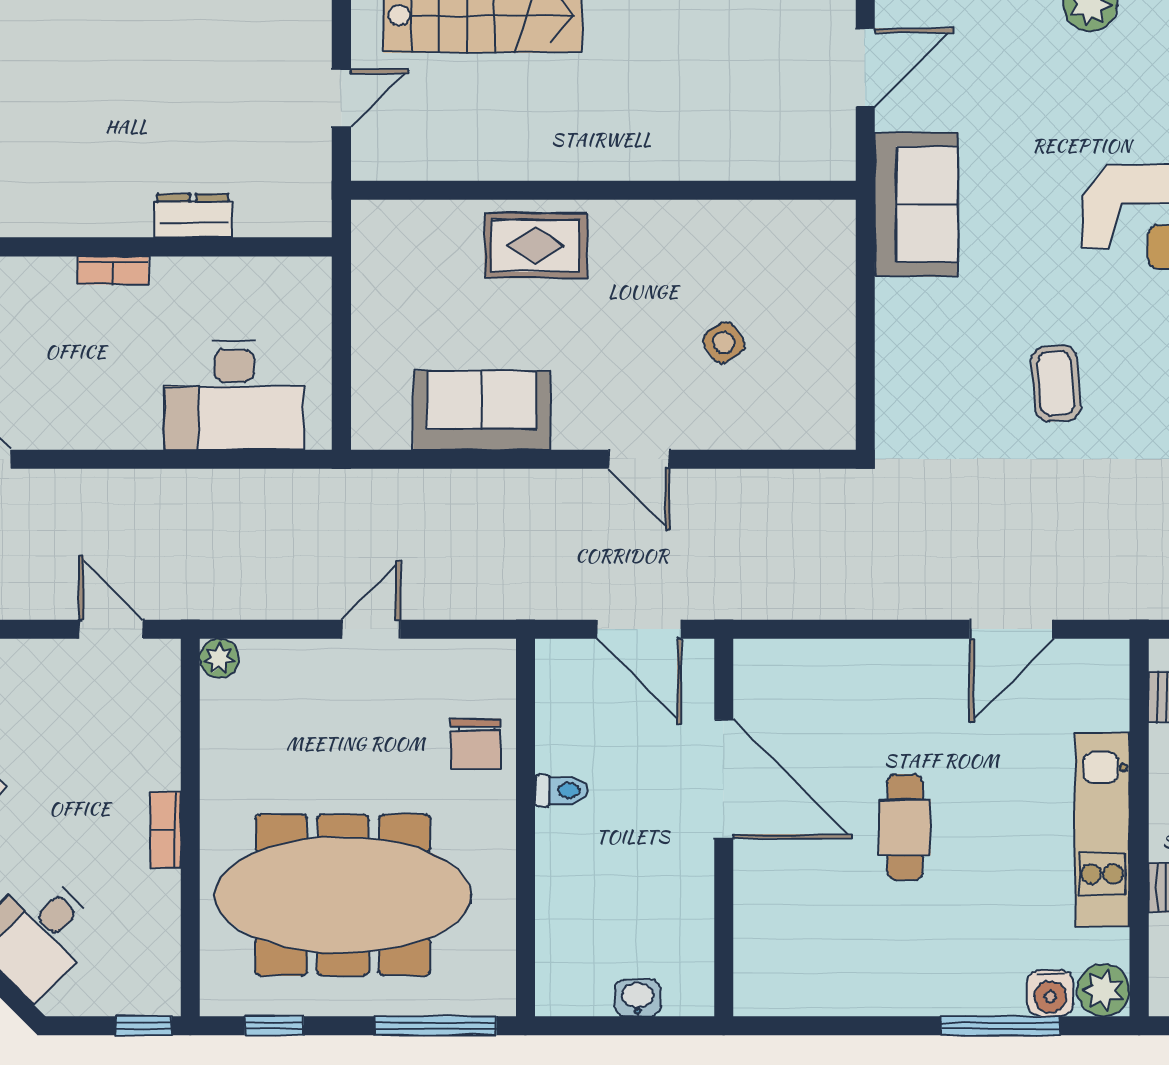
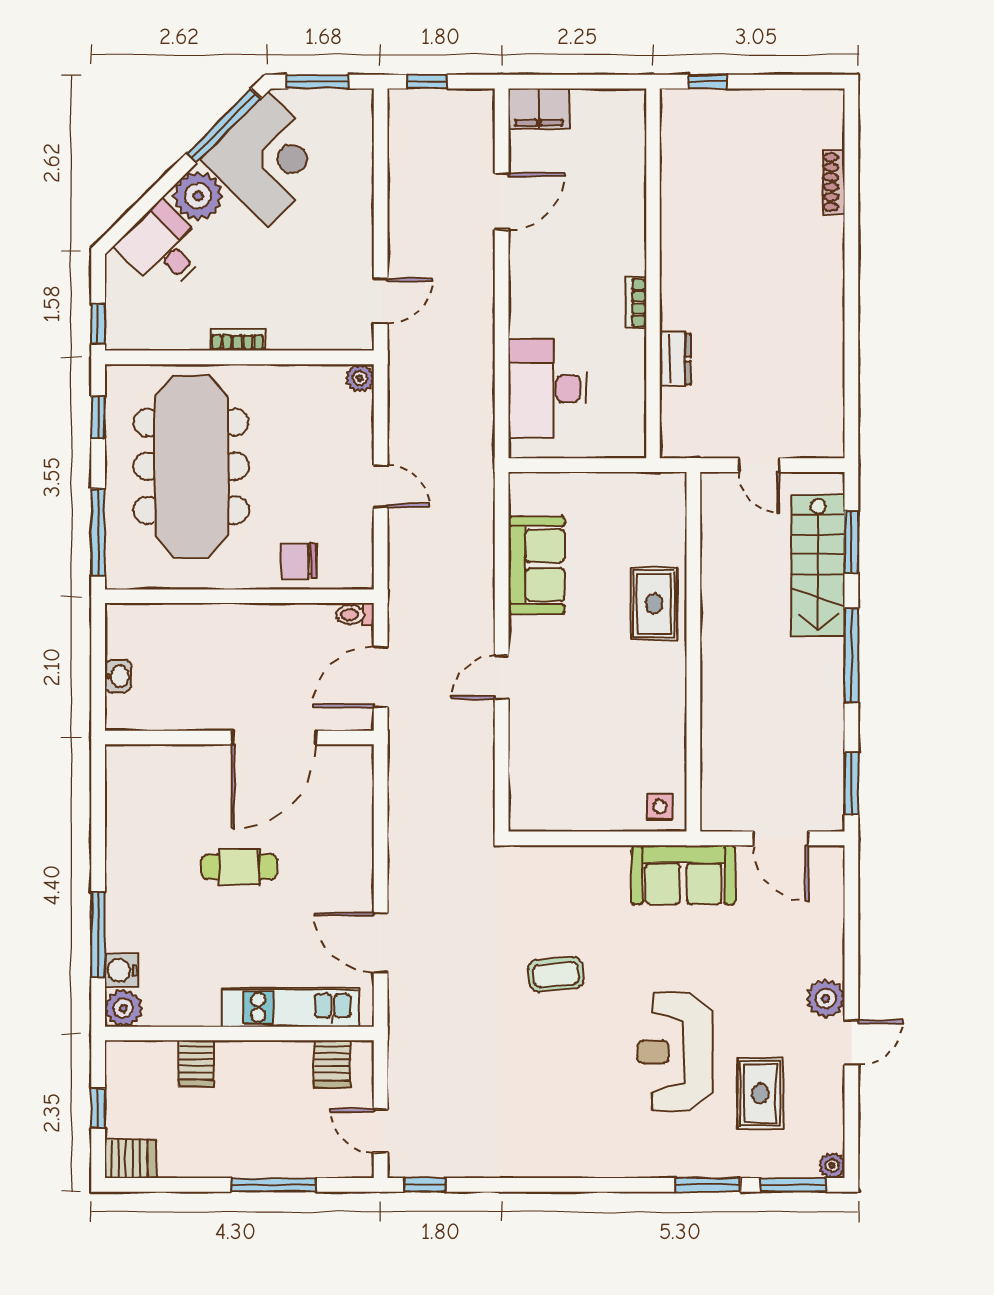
side table: (724, 342) -> (660, 807), moved, turned 34
toilet: (561, 790) -> (355, 615), moved, turned 90
kitchen unit: (1102, 829) -> (290, 1007), moved

